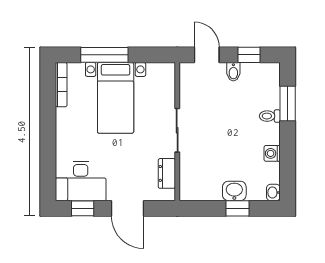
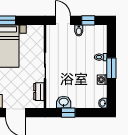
window: (288, 103) -> (111, 68), moved
washbasin: (234, 191) -> (64, 102), moved
window: (237, 208) -> (68, 113), moved

